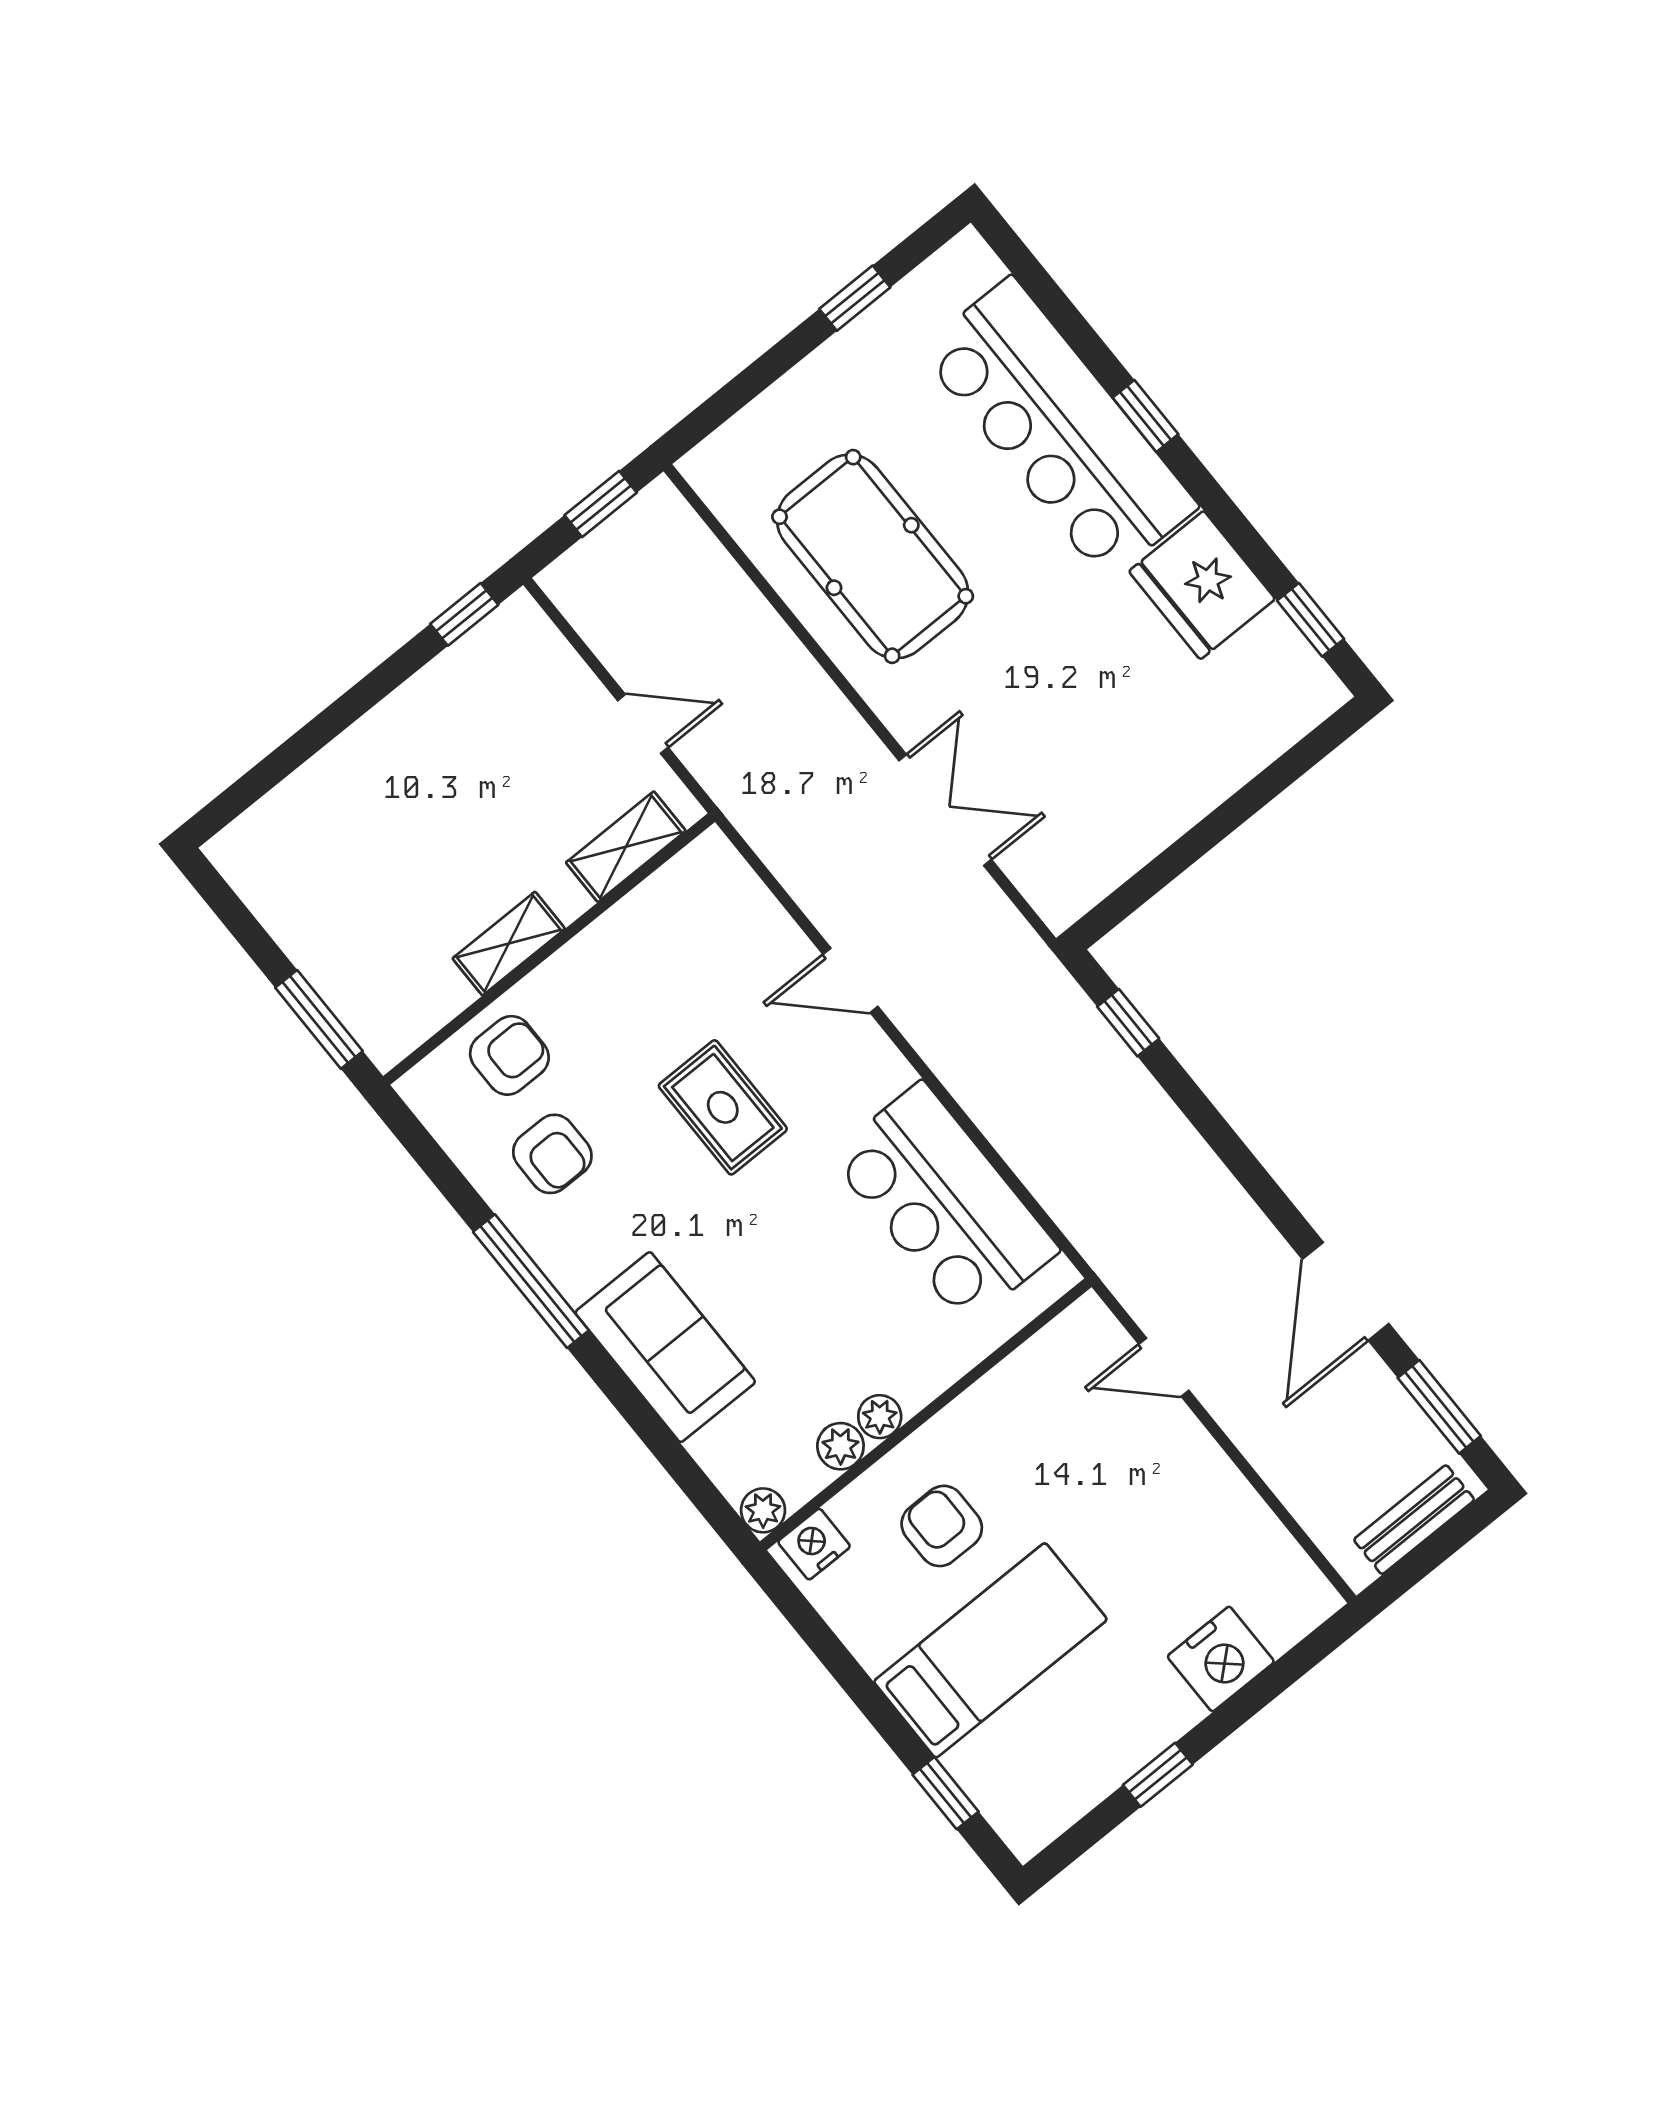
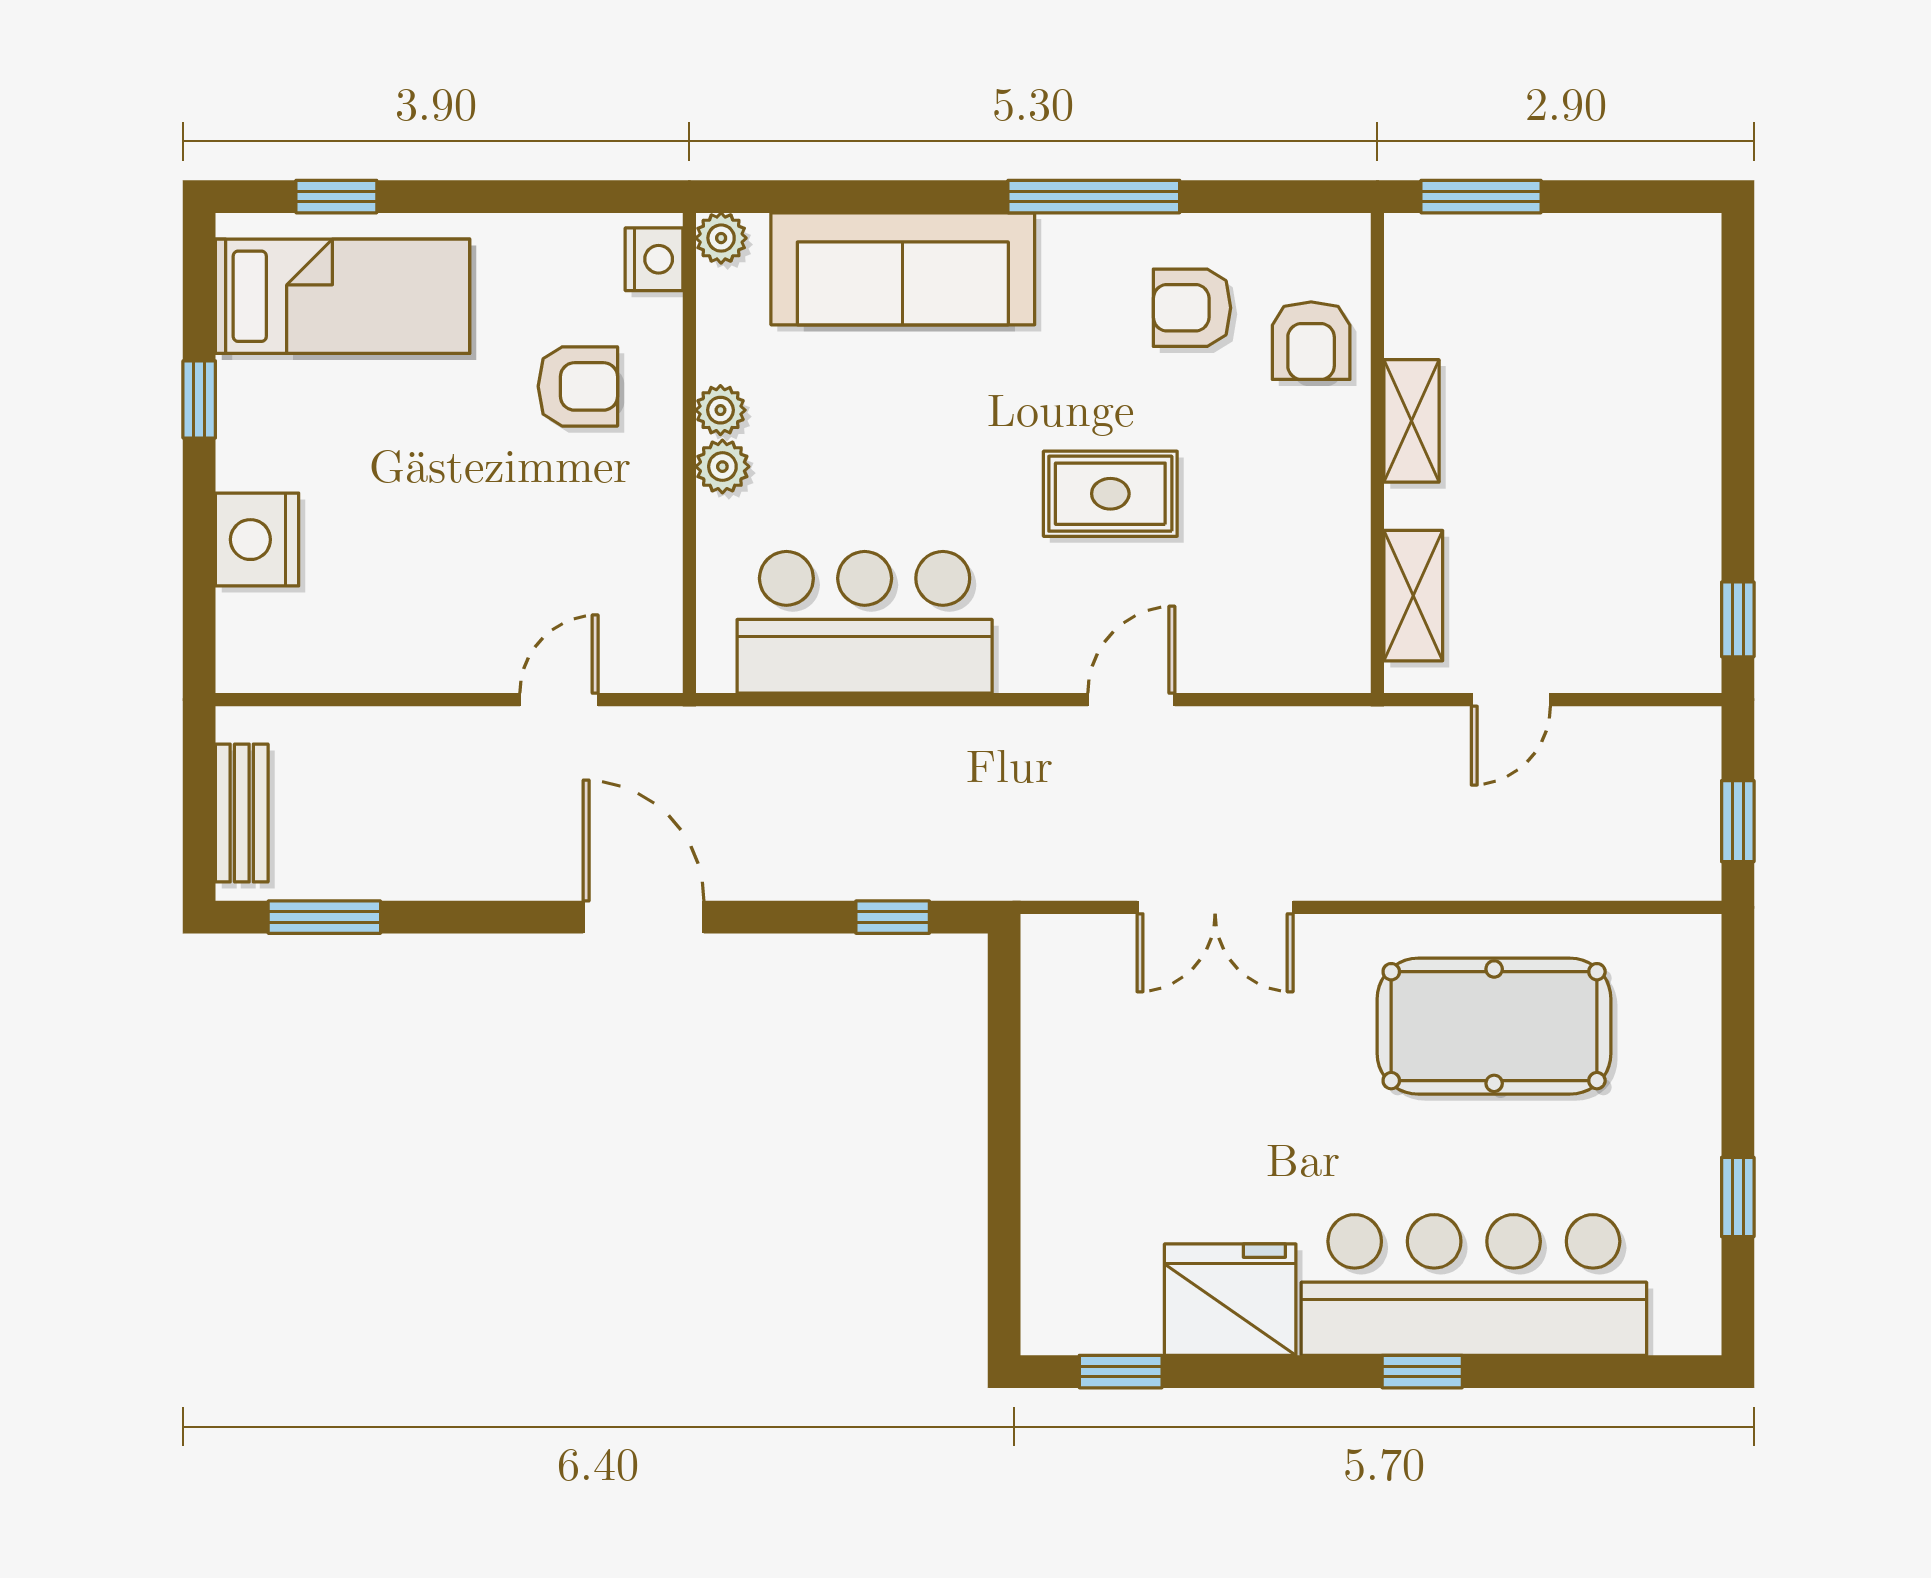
door: (1346, 1291) -> (644, 917), moved
sofa: (665, 1347) -> (903, 269), width x1.36
plant: (840, 1446) -> (722, 467), moved
bed: (990, 1650) -> (343, 296), moved, turned -90

